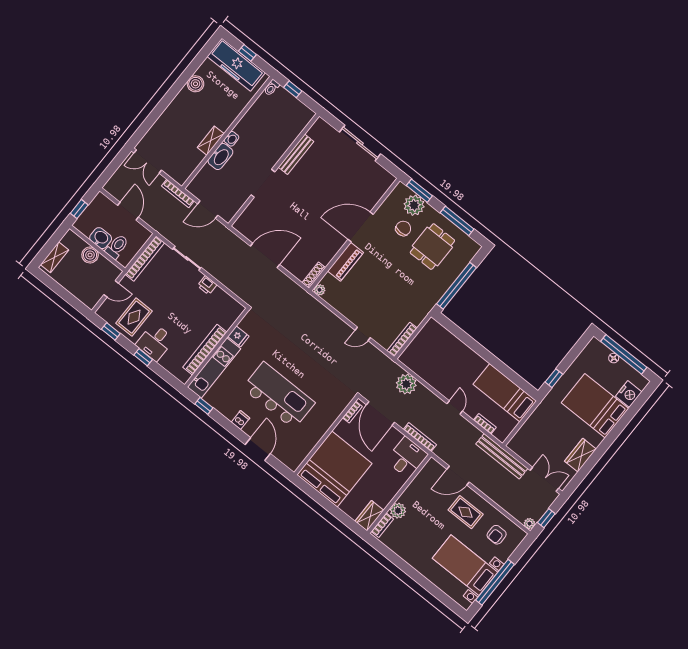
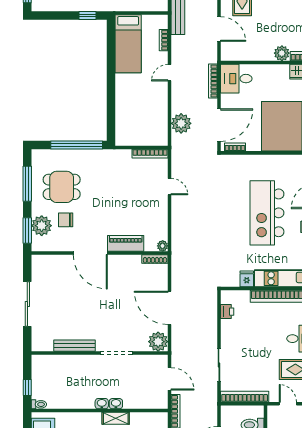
washbasin: (220, 157) -> (116, 404), width x0.52, depth x0.69
plant: (245, 224) -> (158, 342), added
printer: (207, 285) -> (227, 312), moved

